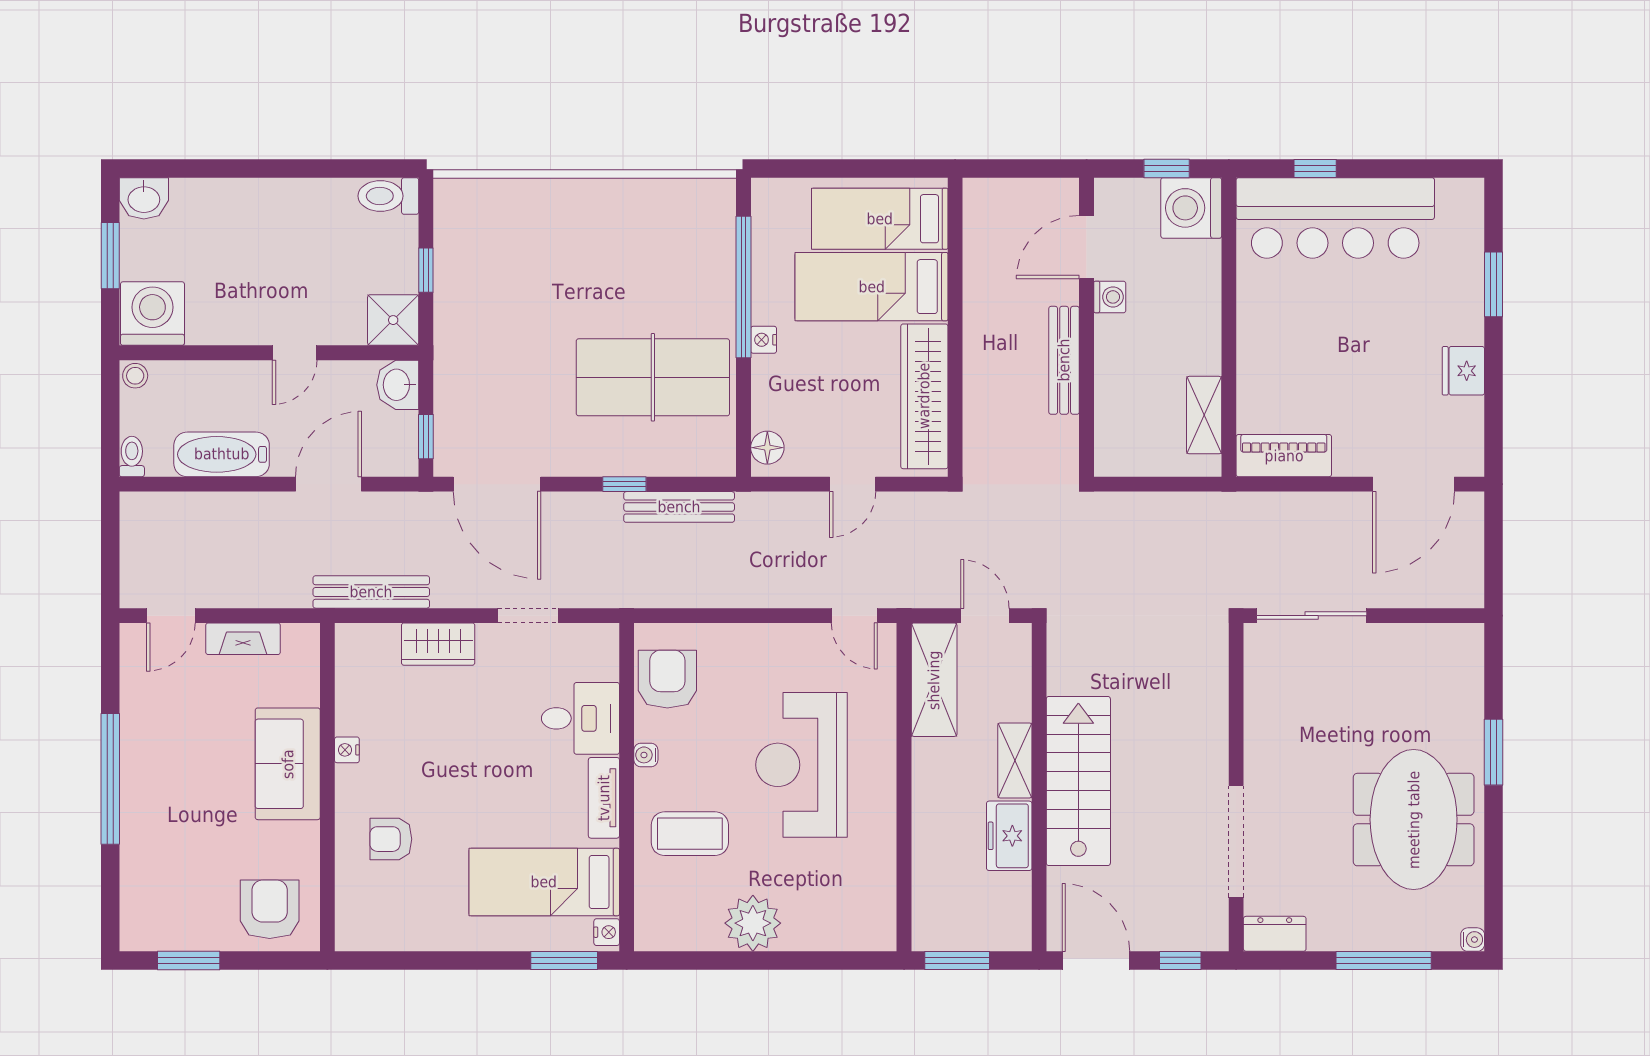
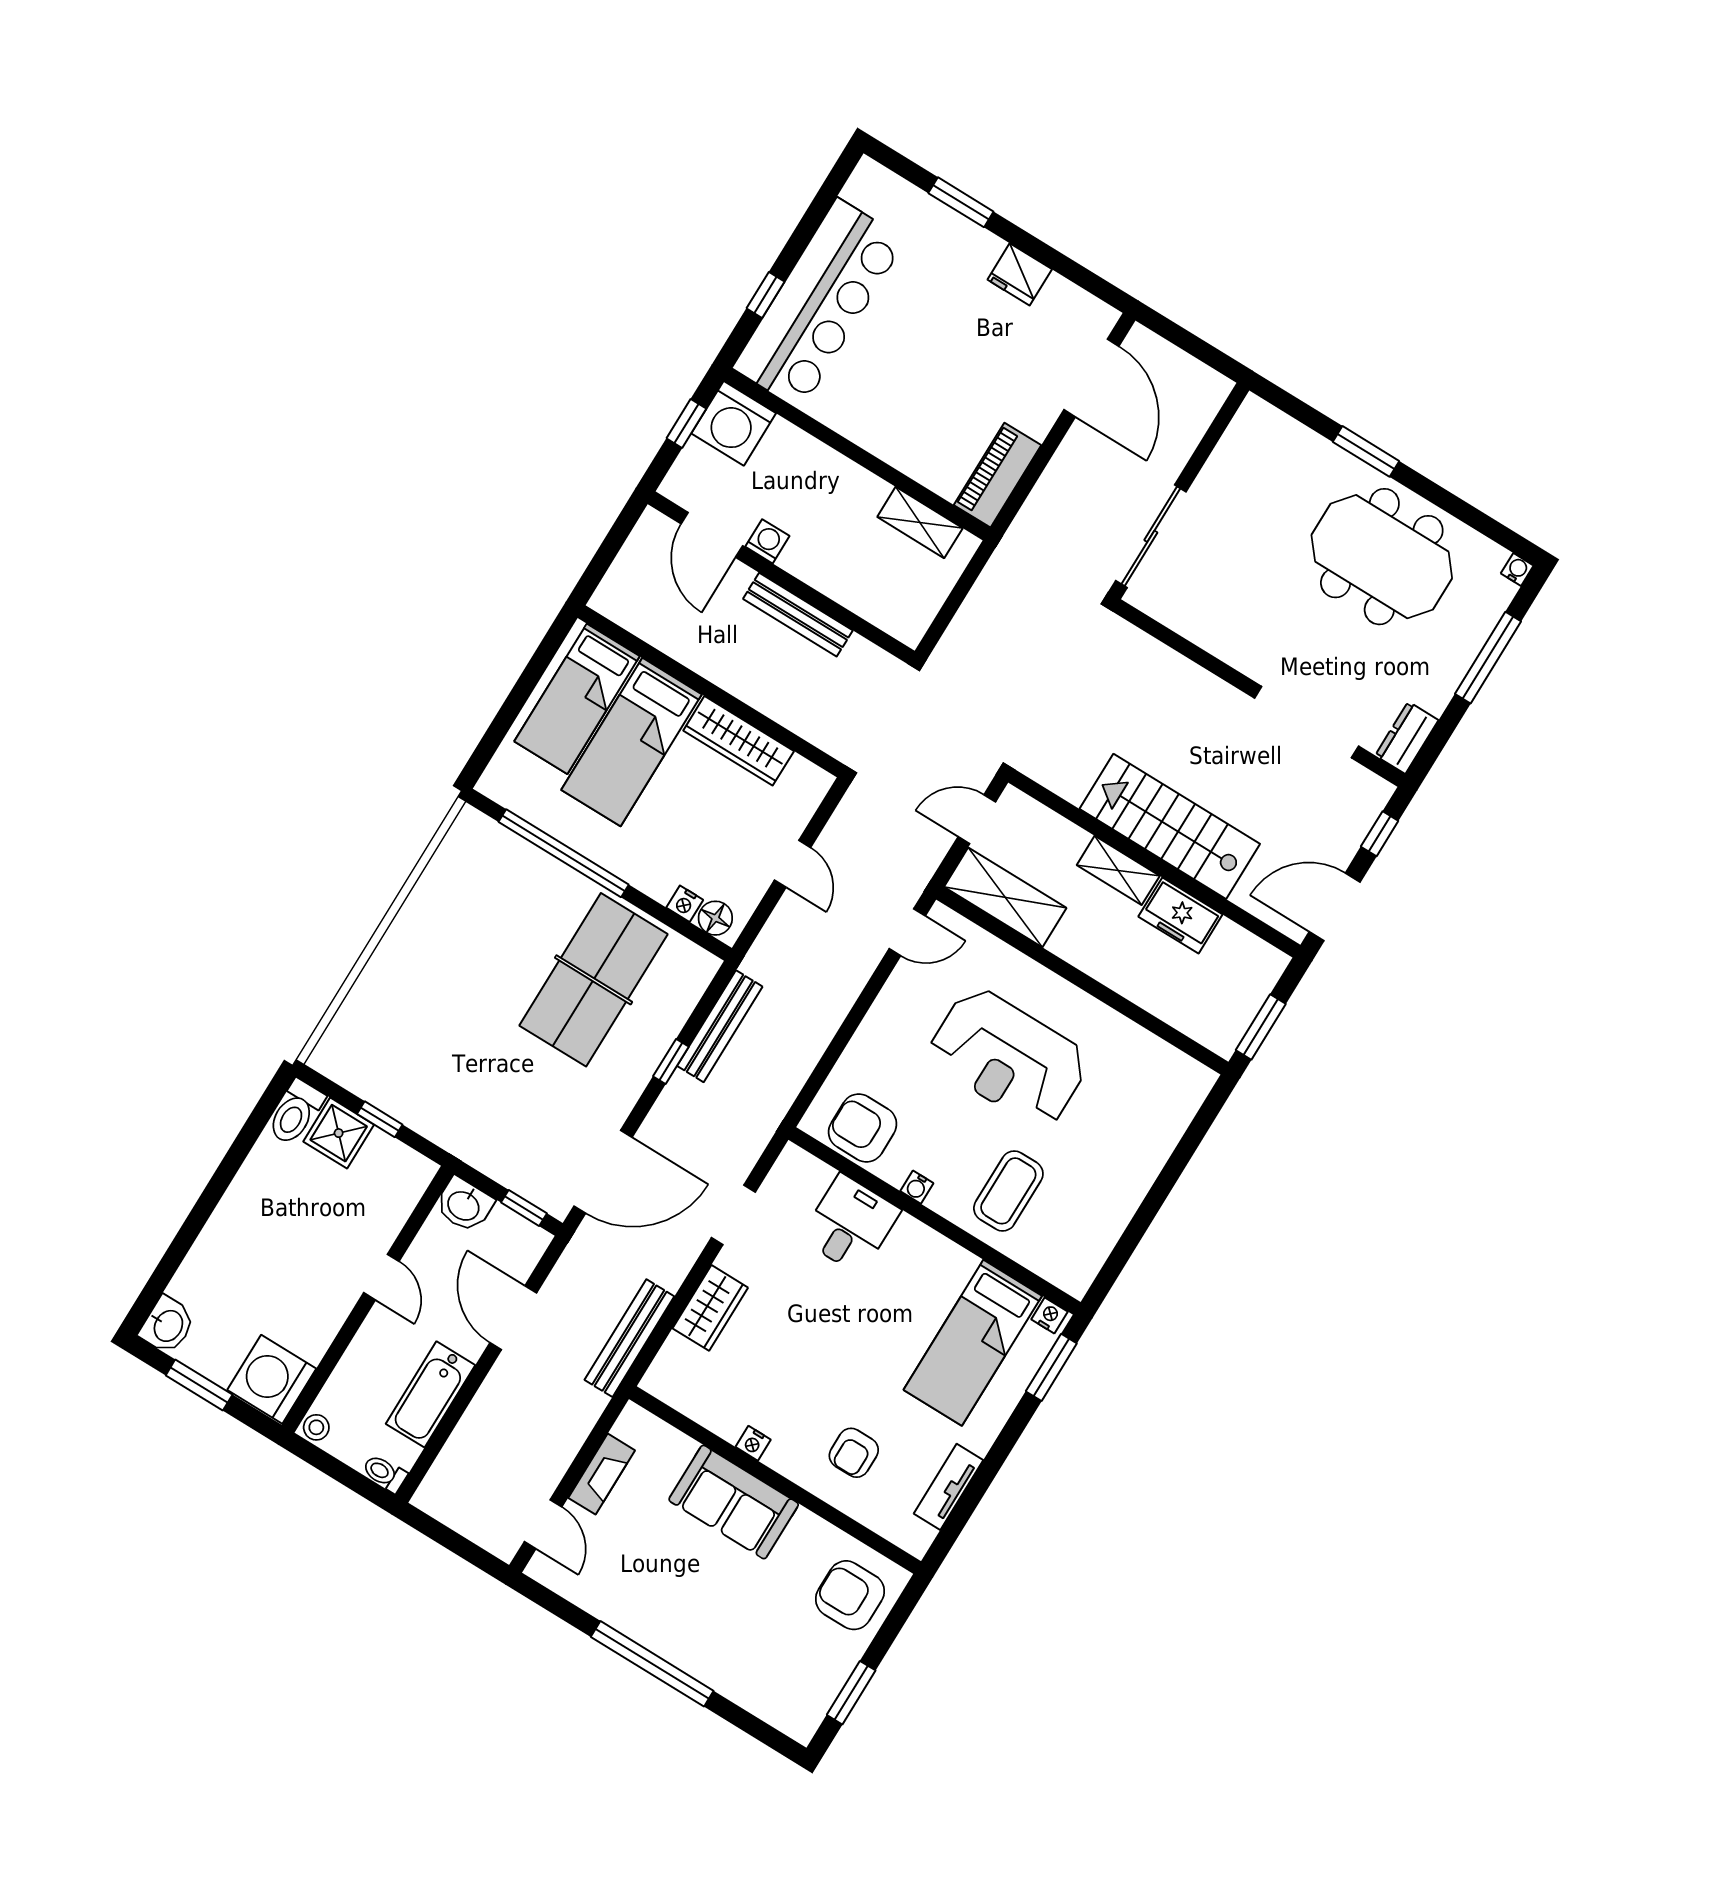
shower: (393, 320) -> (339, 1133), moved
nightstand: (764, 340) -> (685, 904), moved
wardrobe: (924, 396) -> (739, 741), width x0.71, depth x0.85
tv unit: (604, 798) -> (948, 1487), moved, turned 90
plant: (753, 923) -> (1120, 1184), removed

